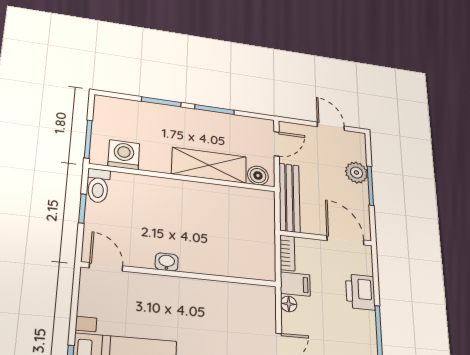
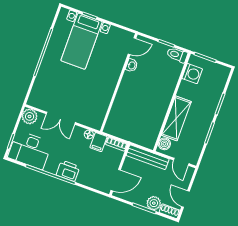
door: (331, 126) -> (186, 199), swing flipped
shoe rack: (359, 146) -> (170, 211), added
washbasin: (167, 262) -> (132, 65), moved
printer: (360, 292) -> (68, 171), moved

